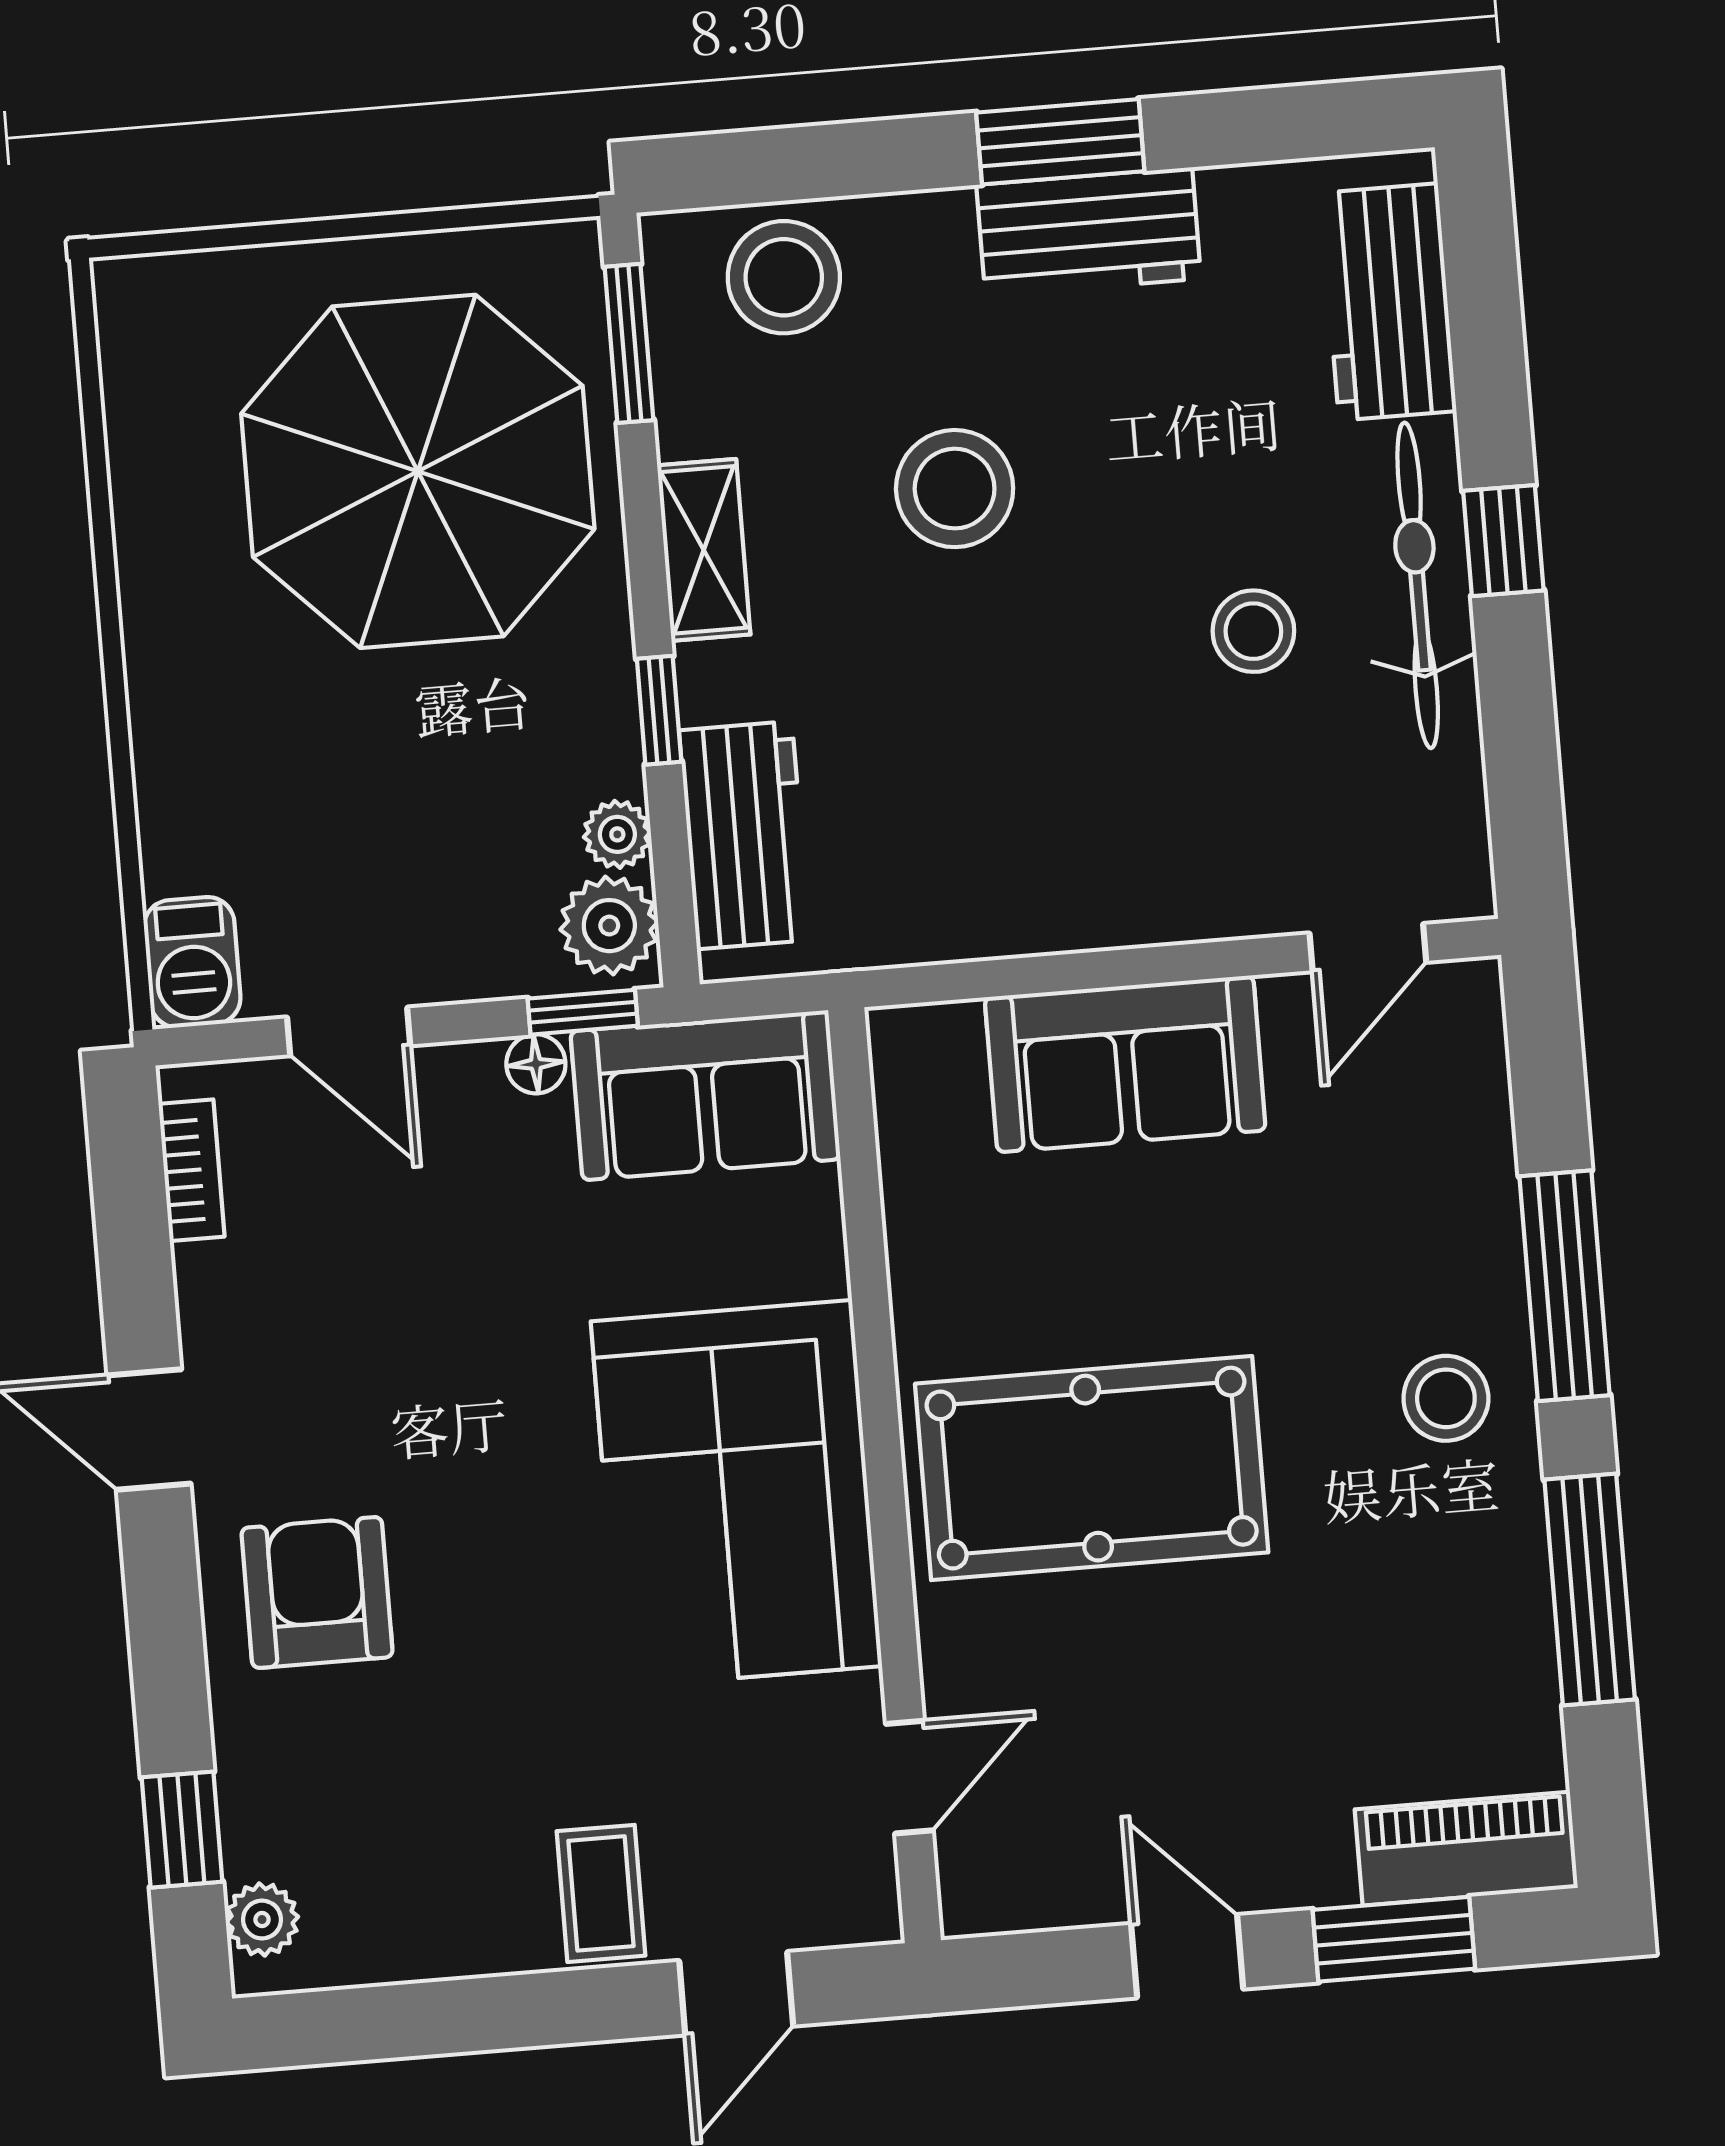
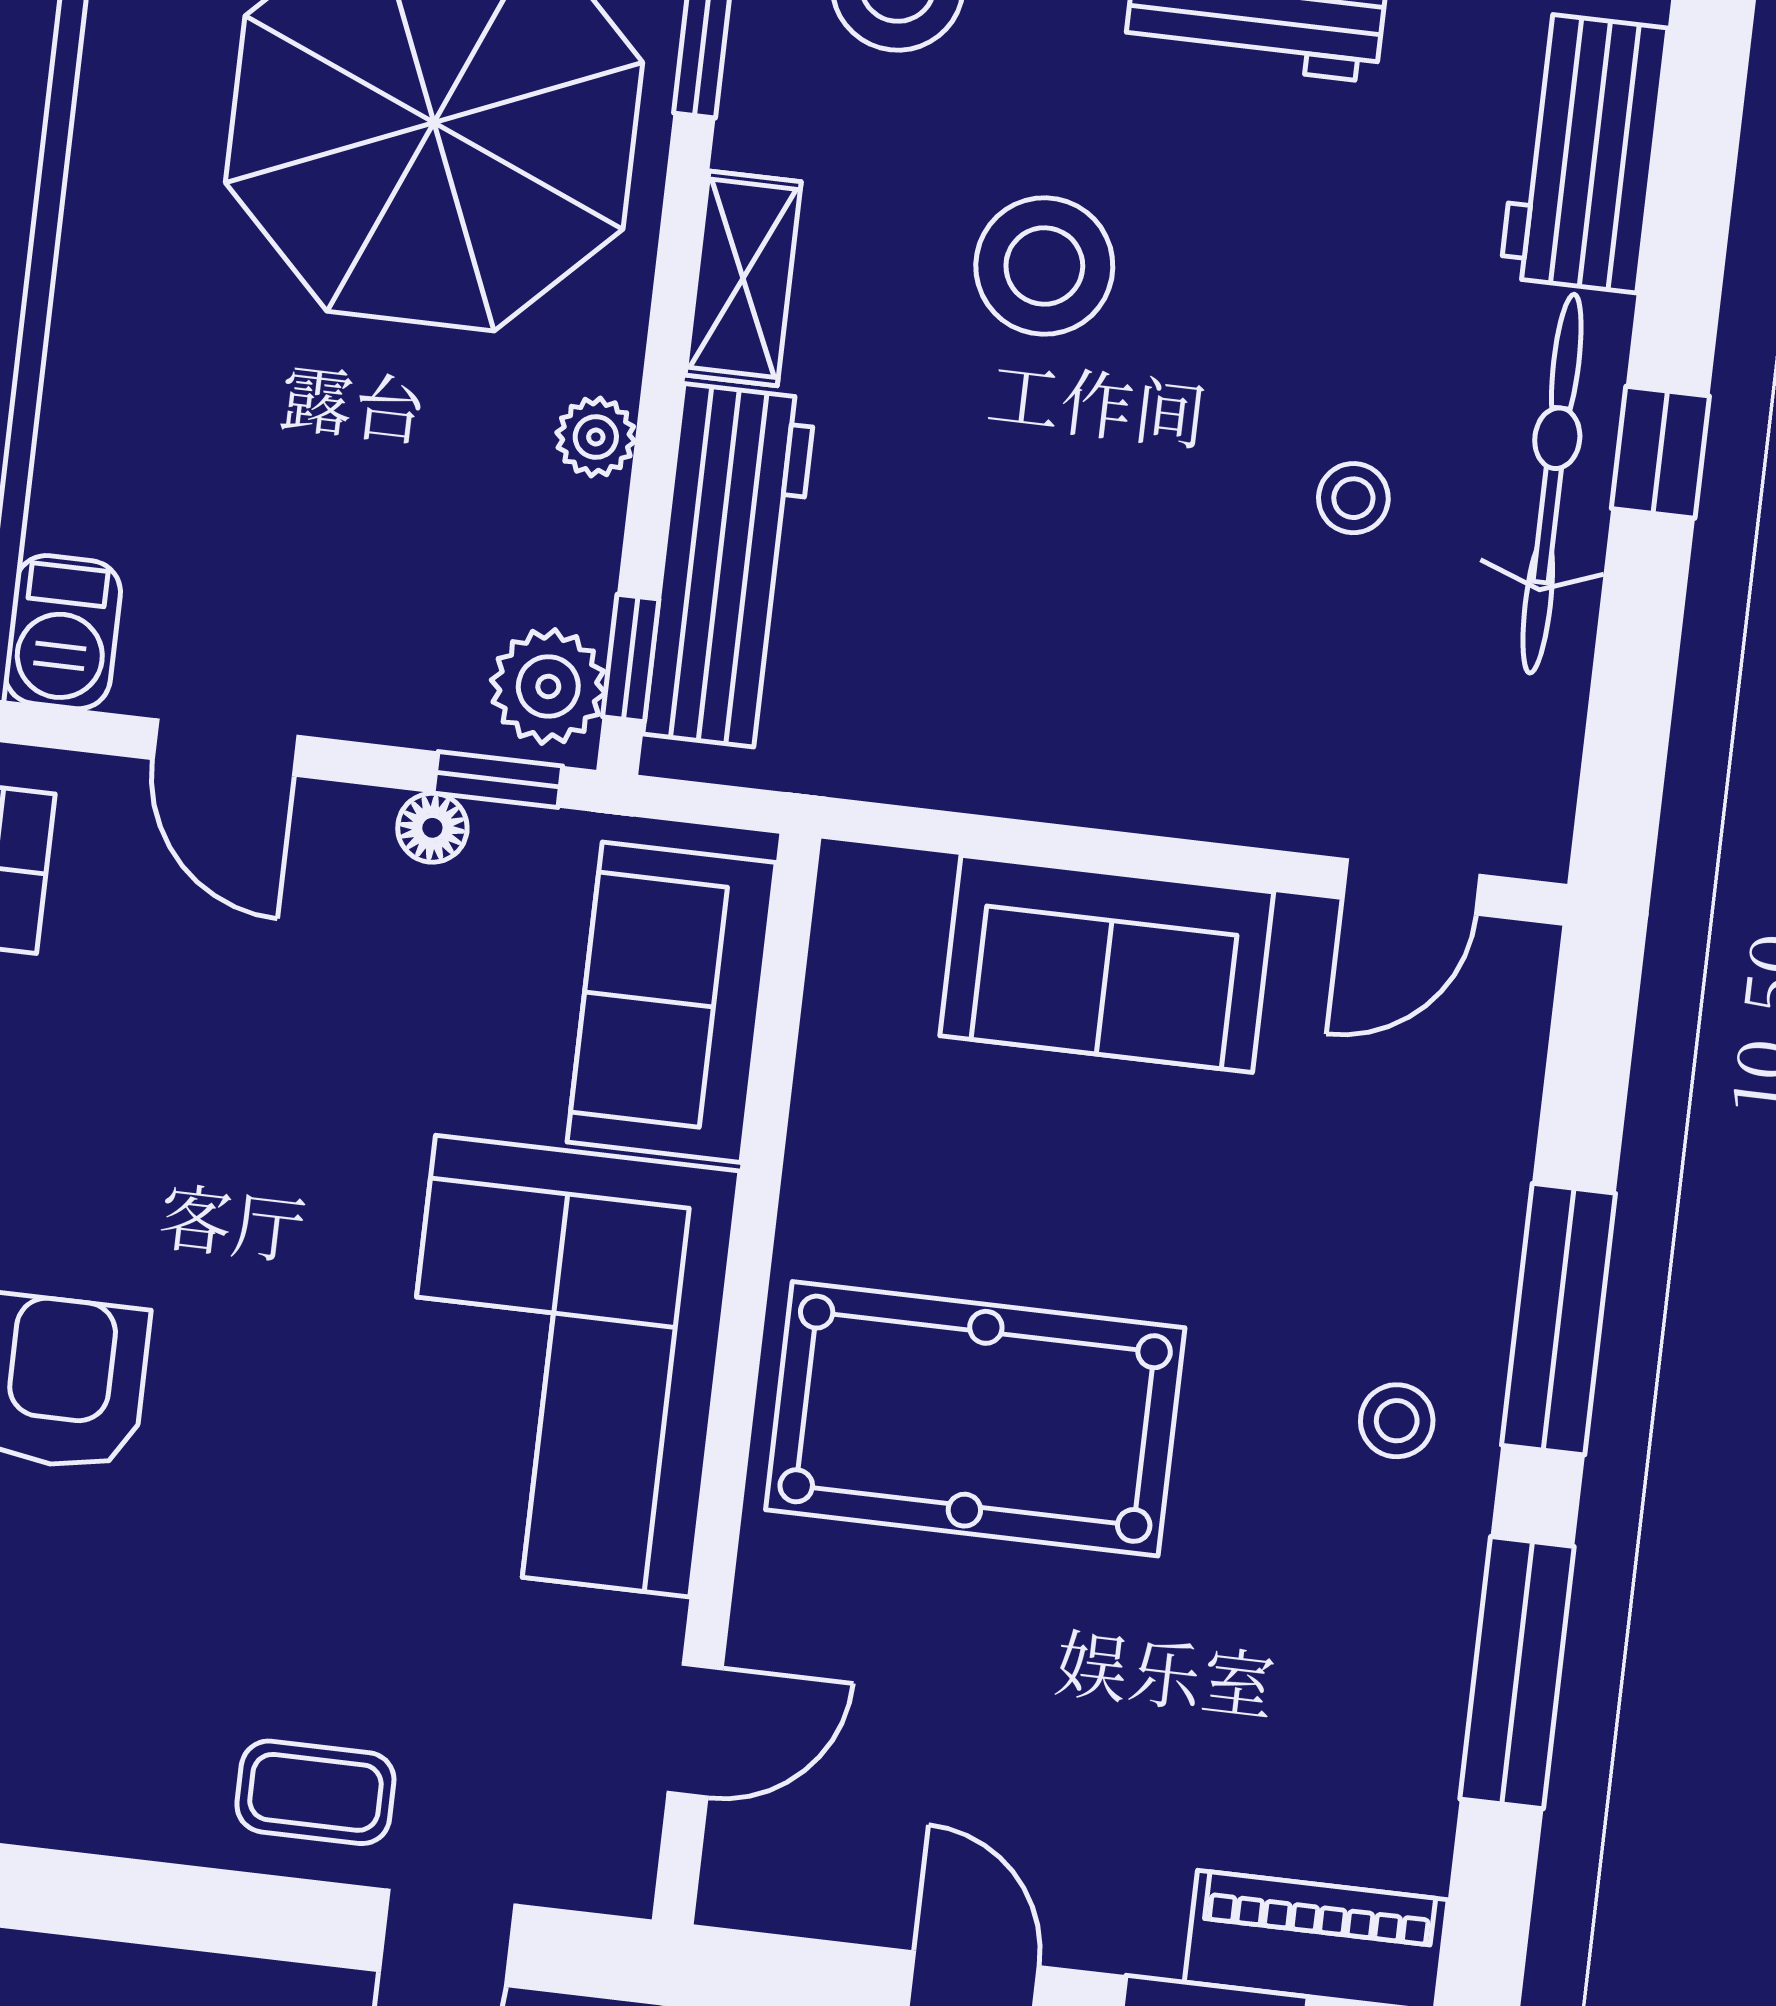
stool: (1253, 631) -> (1353, 498), width x0.73, depth x0.73
window: (659, 710) -> (631, 658), moved
plant: (617, 834) -> (596, 437), moved
workbench: (744, 835) -> (729, 567), width x1.37
sofa: (705, 1095) -> (672, 1002), moved, turned 90
stool: (1446, 1398) -> (1397, 1421), width x0.73, depth x0.73
coffee table: (601, 1893) -> (315, 1792), turned 90

